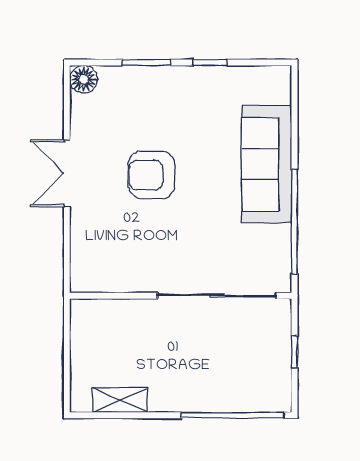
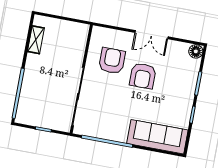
sofa: (267, 164) -> (157, 137), moved
double door: (67, 173) -> (151, 35), swing flipped
armchair: (152, 175) -> (143, 76), turned 180
armchair: (133, 242) -> (112, 61), added

